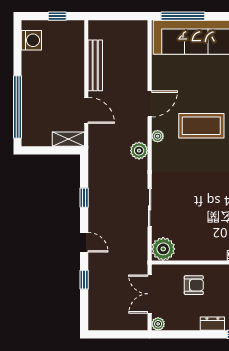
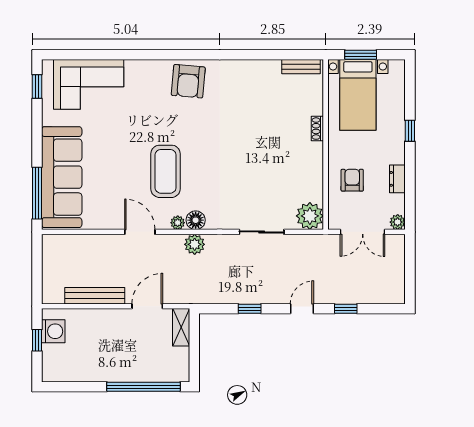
washing machine: (31, 40) -> (53, 331), moved, turned 90
floor lamp: (160, 151) -> (196, 220), added
dresser: (212, 324) -> (397, 179), moved

